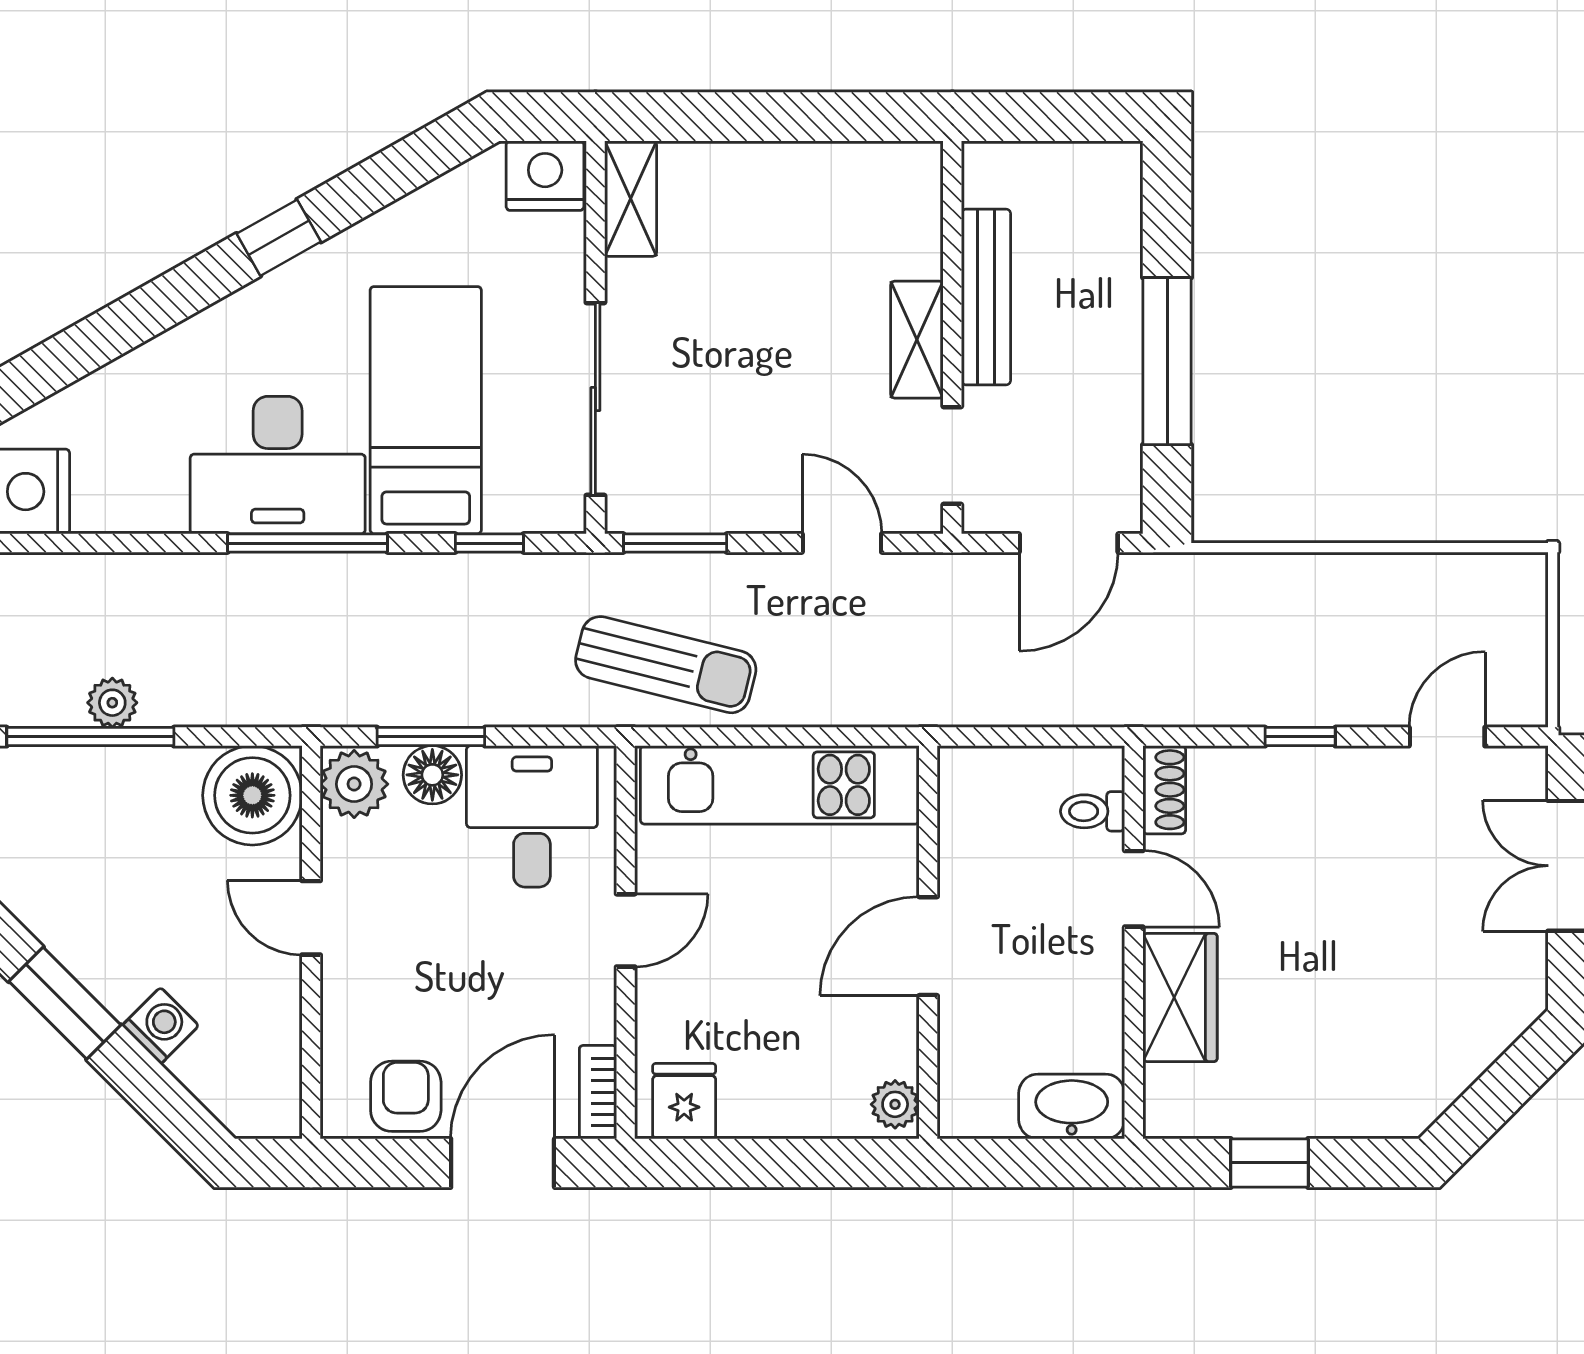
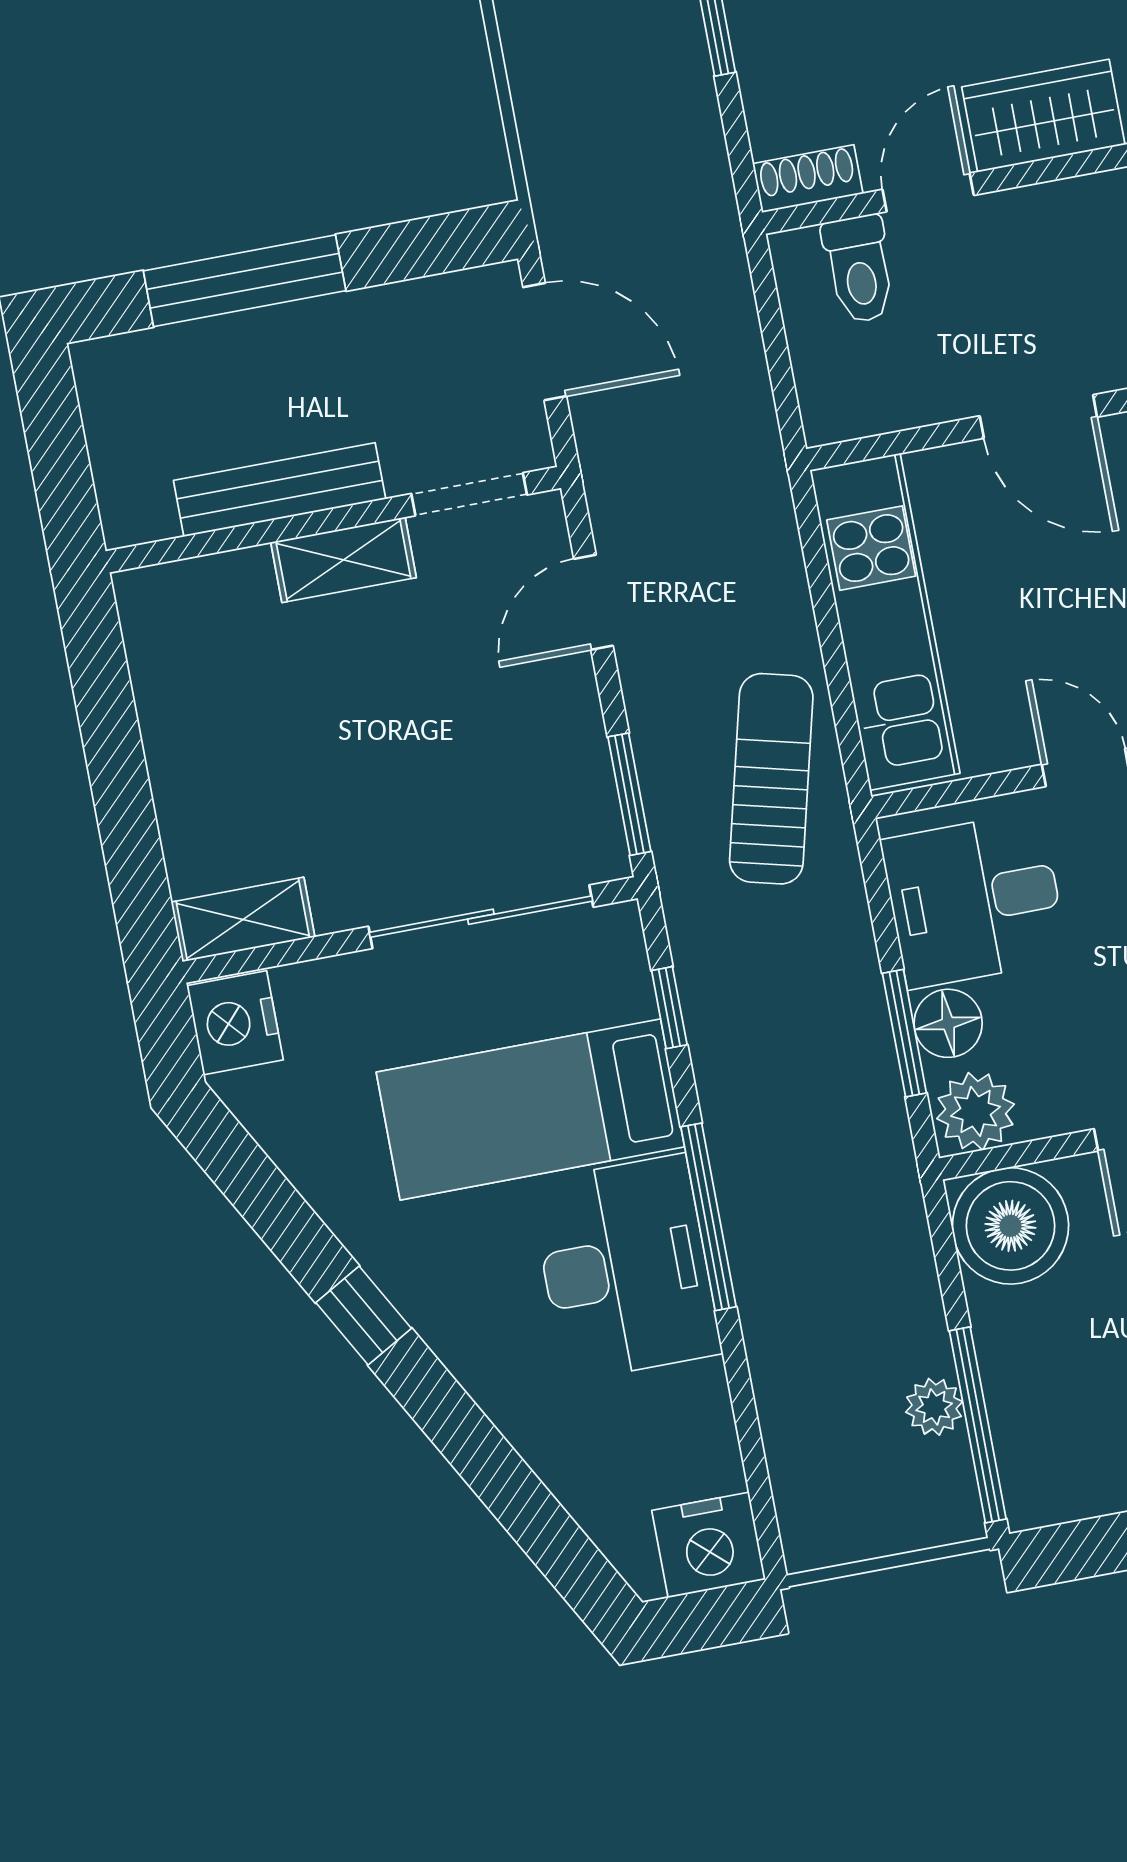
window: (1167, 361) -> (245, 281), moved
toilet: (1093, 811) -> (859, 269), width x1.37, depth x1.39

